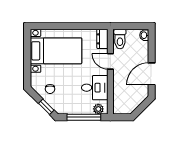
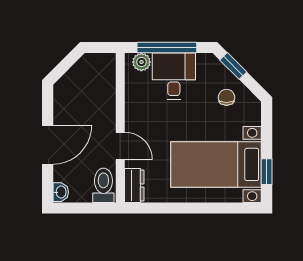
window: (27, 47) -> (267, 172), added
door: (152, 74) -> (48, 145), moved
desk: (95, 88) -> (174, 76), moved, turned 90

